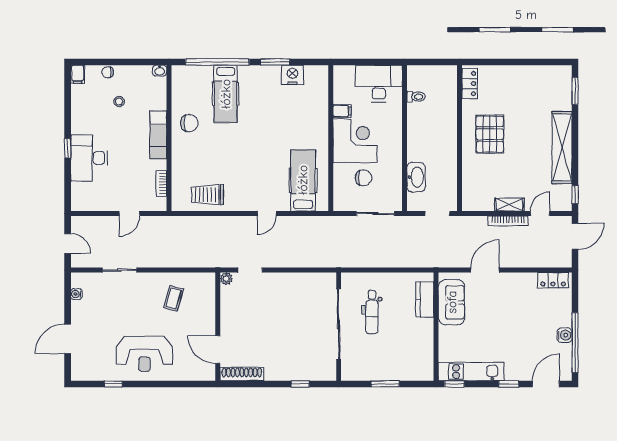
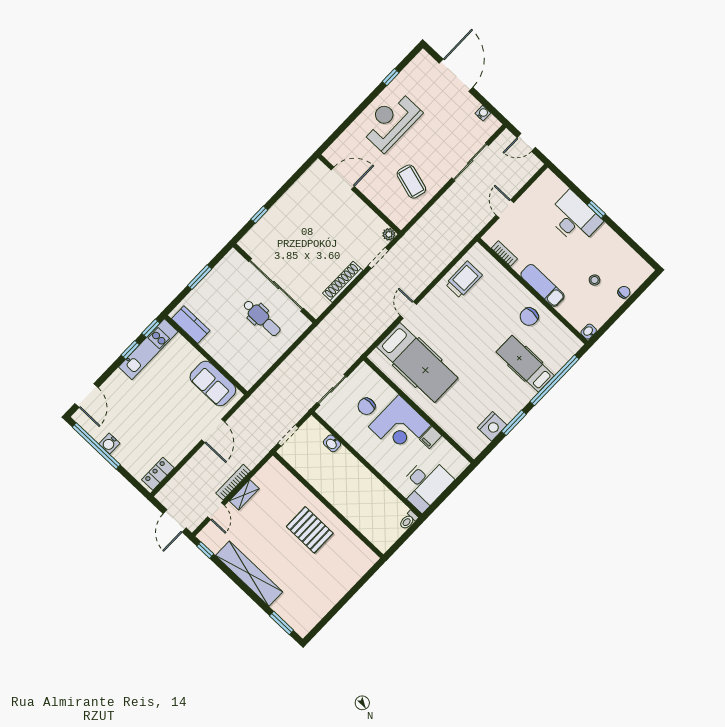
filing cabinet: (78, 74) -> (644, 269), removed
locker: (470, 84) -> (361, 551), removed
toilet: (416, 97) -> (408, 520), moved
washbasin: (416, 177) -> (332, 443), width x0.52, depth x0.69
hospital bed: (303, 180) -> (417, 362), width x1.37, depth x1.29
sliding door: (120, 270) -> (470, 162), width x1.37
coffee table: (173, 298) -> (411, 182), width x1.36, depth x1.30
kitchen counter: (425, 299) -> (191, 325), moved
dental chair: (372, 312) -> (262, 318), turned 180
door: (68, 339) -> (456, 75), width x1.36
shoe rack: (242, 374) -> (343, 282), moved, turned 180
window: (509, 384) -> (130, 350), moved

